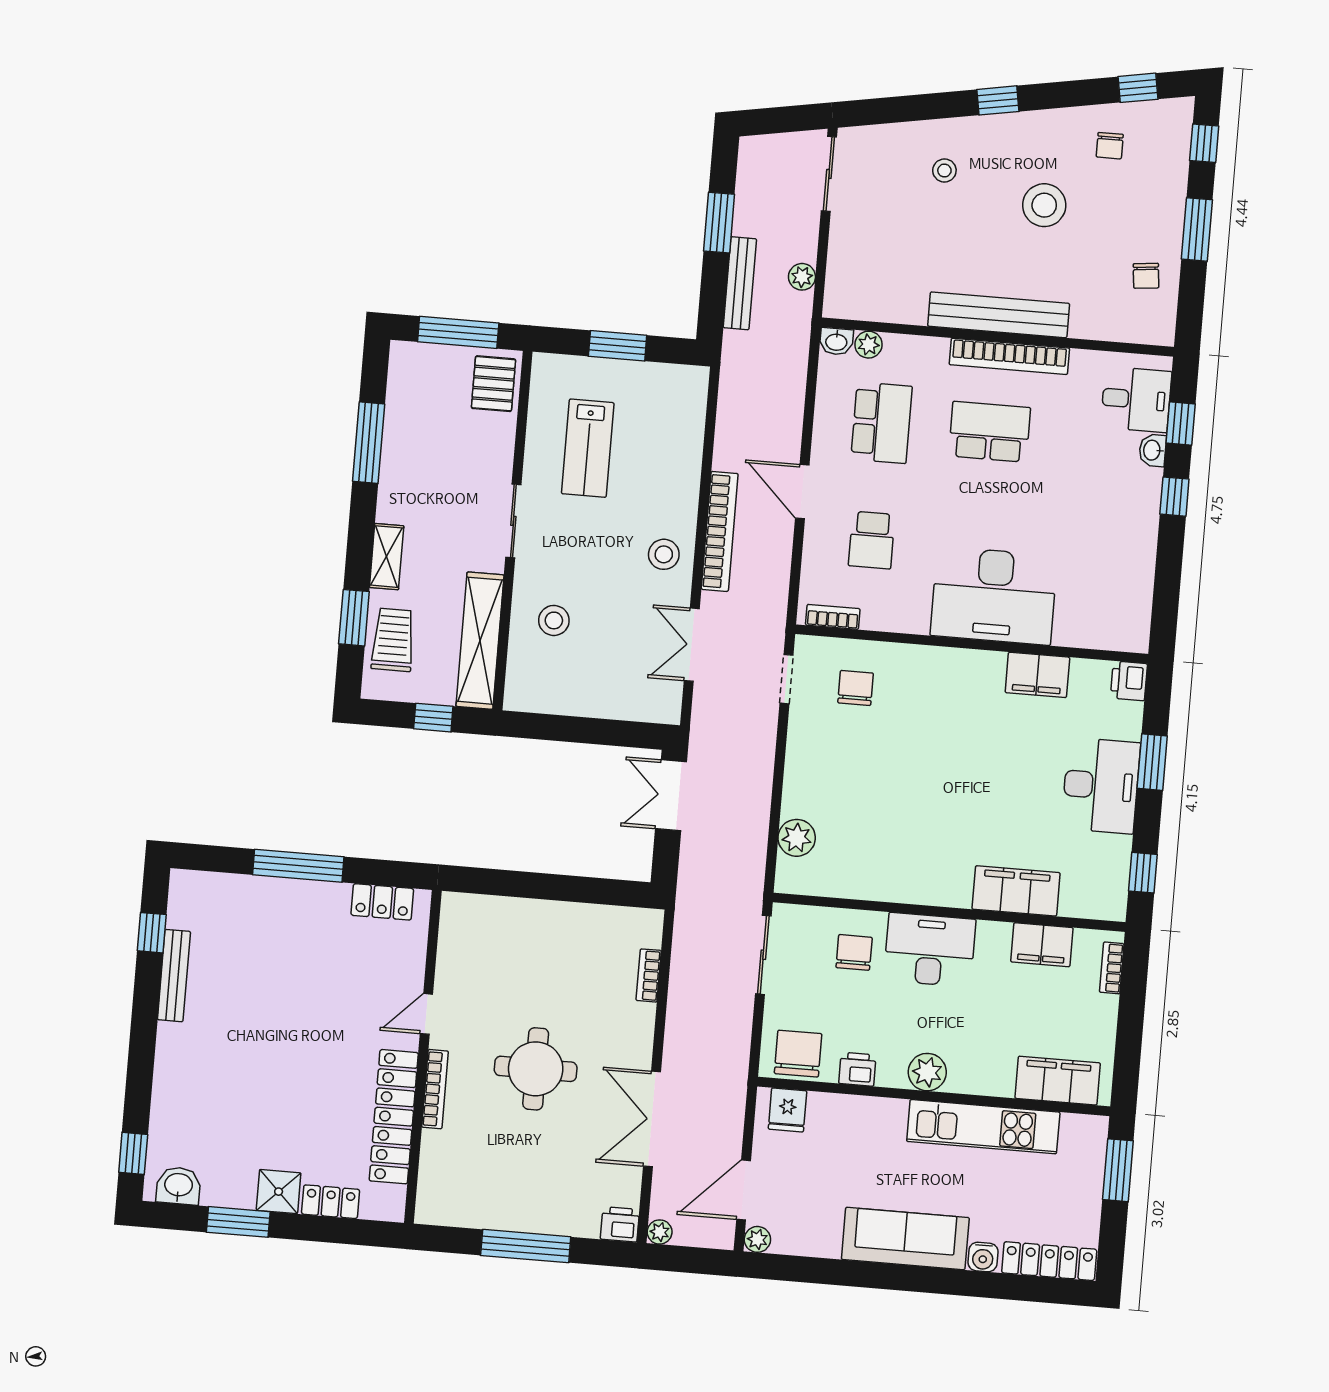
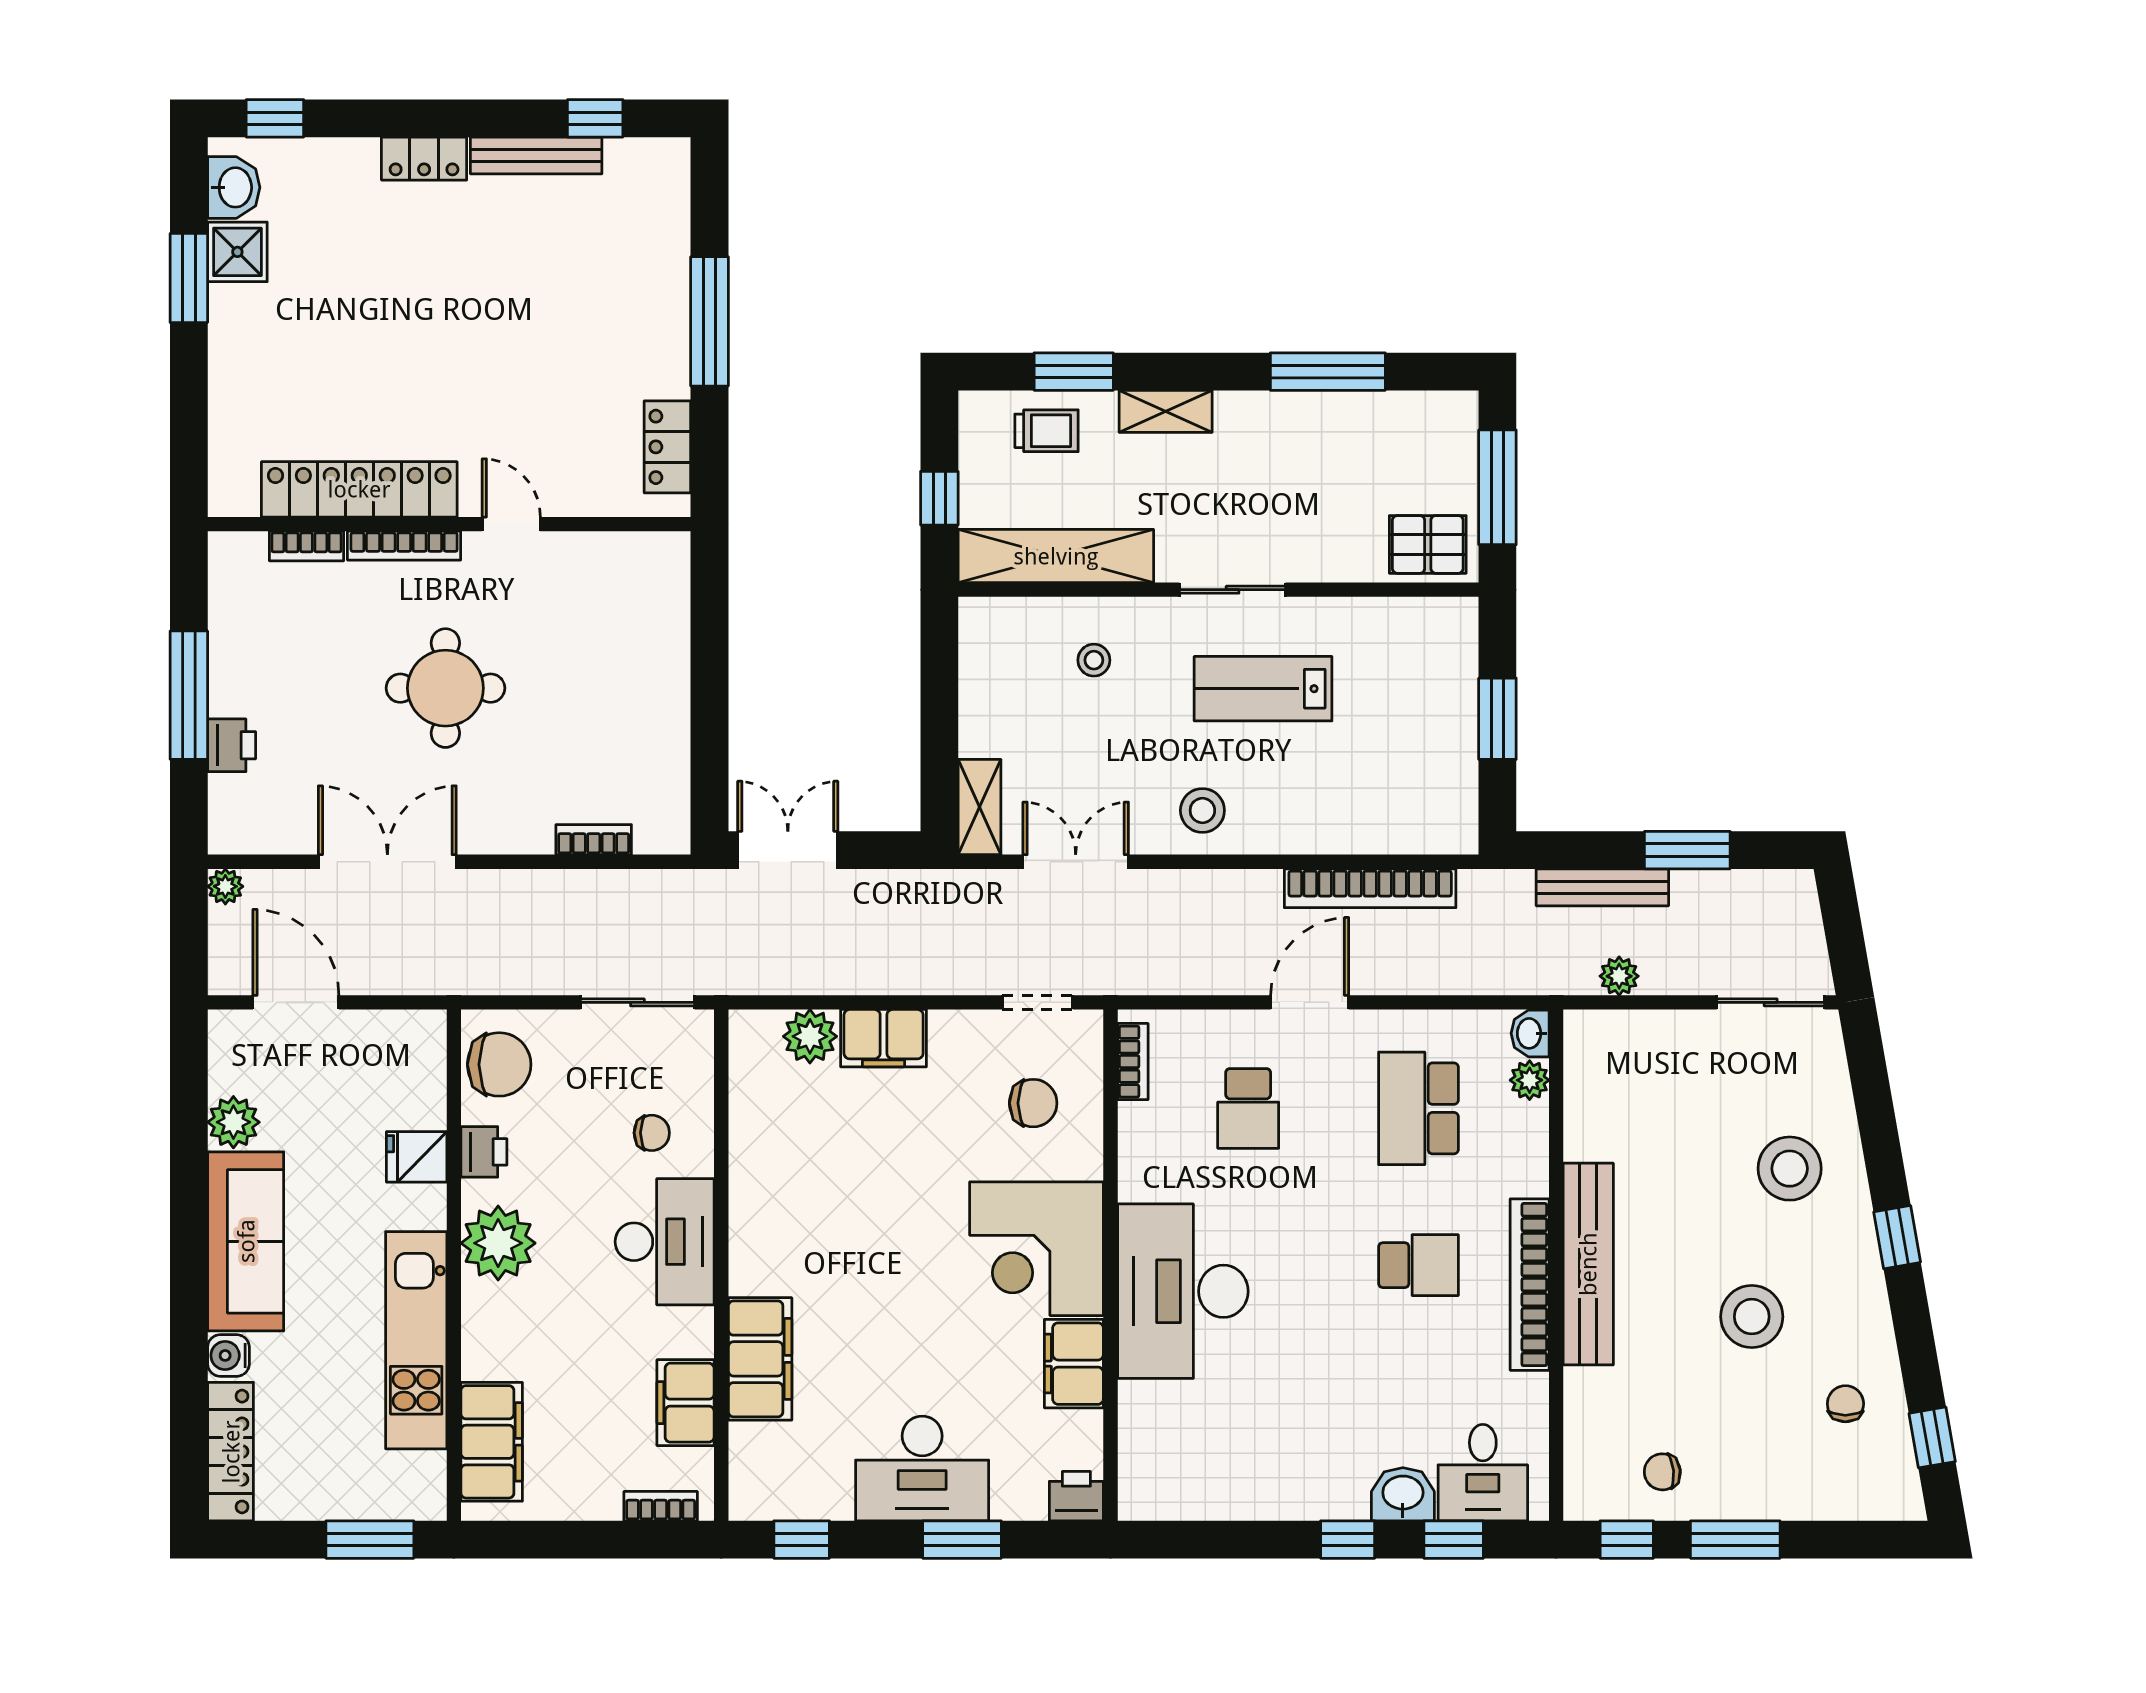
window: (1204, 143) -> (1627, 1540), moved
chair: (1110, 146) -> (1845, 1404), turned 90
stool: (944, 171) -> (1790, 1169), width x1.89, depth x1.89
school desk: (882, 423) -> (1418, 1108), turned 90
school desk: (990, 432) -> (1418, 1265), width x0.54
lab bench: (588, 448) -> (1263, 689), moved
washbasin: (1153, 450) -> (1403, 1494), width x1.38, depth x1.45
bookcase: (720, 531) -> (1370, 888), moved
school desk: (872, 540) -> (1248, 1108), turned -90
stool: (554, 620) -> (1094, 660), width x0.73, depth x0.73
trolley: (393, 640) -> (1046, 431), width x0.73, depth x0.72
corner desk: (956, 694) -> (1037, 1249), added
shelving: (649, 708) -> (980, 807), added
filing cabinet: (802, 787) -> (884, 1038), added
double door: (671, 795) -> (788, 850), moved
chair: (854, 952) -> (652, 1133), width x0.73, depth x0.73
plant: (927, 1072) -> (498, 1243), width x1.36, depth x1.36
fridge: (788, 1110) -> (417, 1157), moved
bookcase: (430, 1156) -> (306, 546), added
shower: (279, 1192) -> (237, 252), moved
locker: (331, 1202) -> (424, 159), moved, turned 90
printer: (620, 1224) -> (232, 745), moved
plant: (757, 1239) -> (233, 1122), moved, width x1.38, depth x1.38

